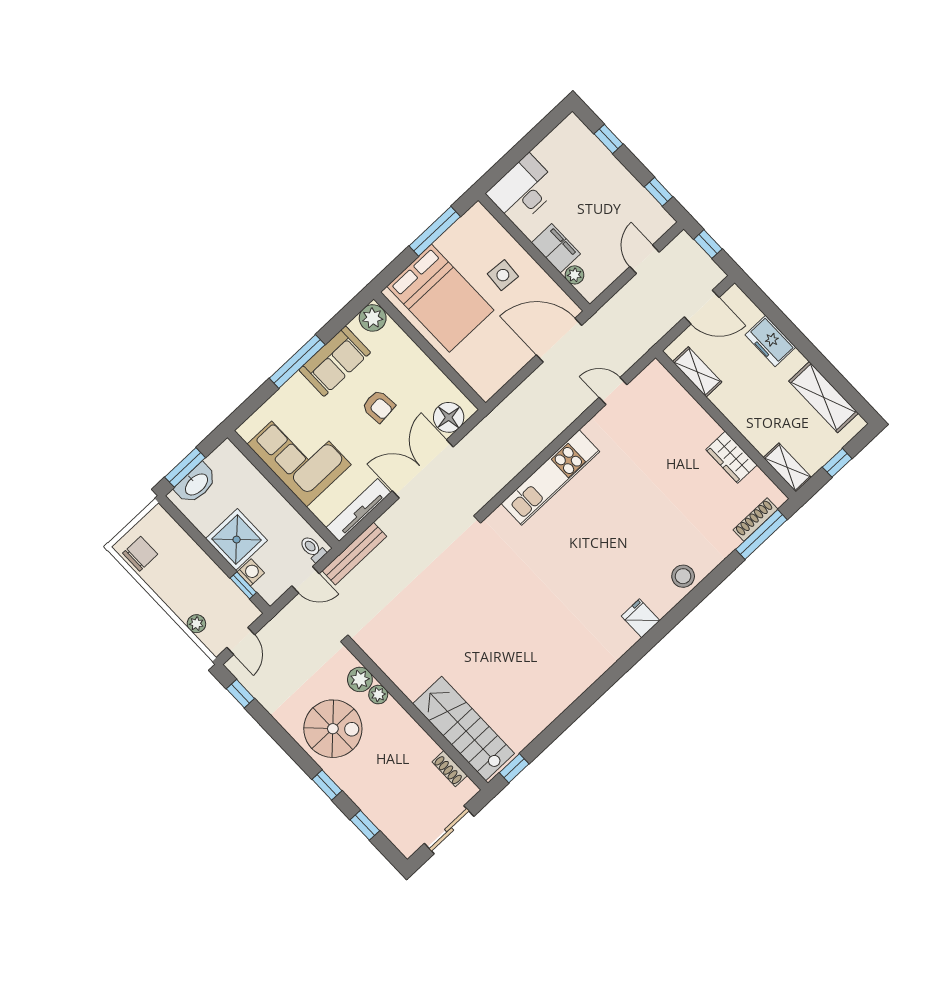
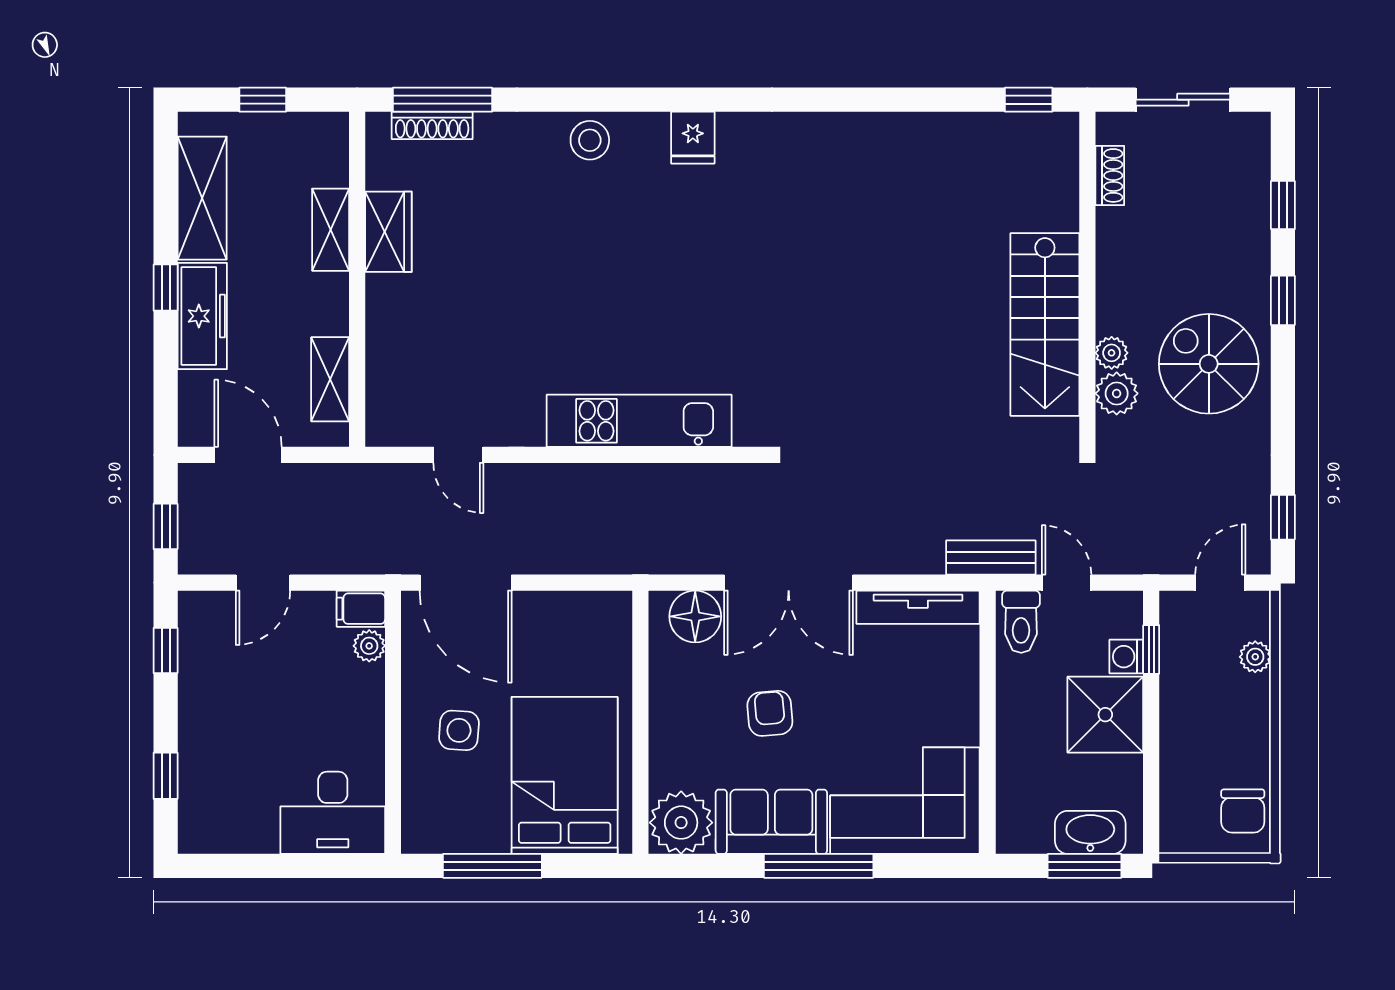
filing cabinet: (556, 248) -> (361, 609), moved, width x0.50
plant: (373, 318) -> (681, 823), width x1.36, depth x1.36
freezer: (770, 341) -> (202, 316), width x1.40
window: (803, 345) -> (166, 288), added
corner sofa: (299, 454) -> (905, 801), moved, turned 90
shelving: (787, 467) -> (331, 230), moved
toilet: (313, 549) -> (1021, 622), width x1.37, depth x1.39
chair: (140, 554) -> (1243, 811), turned -90
bench: (354, 554) -> (991, 557), width x0.73
stairs: (464, 729) -> (1045, 324), moved

